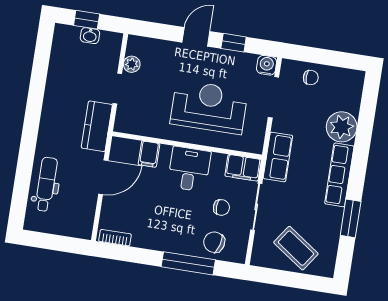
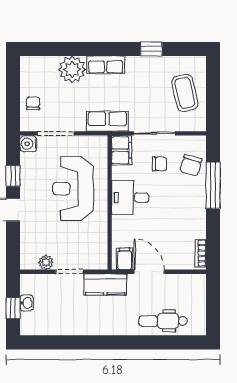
filing cabinet: (149, 154) -> (125, 259), moved, turned -90
row of seats: (339, 175) -> (106, 65), width x0.68
chair: (221, 207) -> (159, 164), turned 90
window: (351, 218) -> (151, 49), width x0.67
coffee table: (296, 248) -> (185, 93), turned -48

